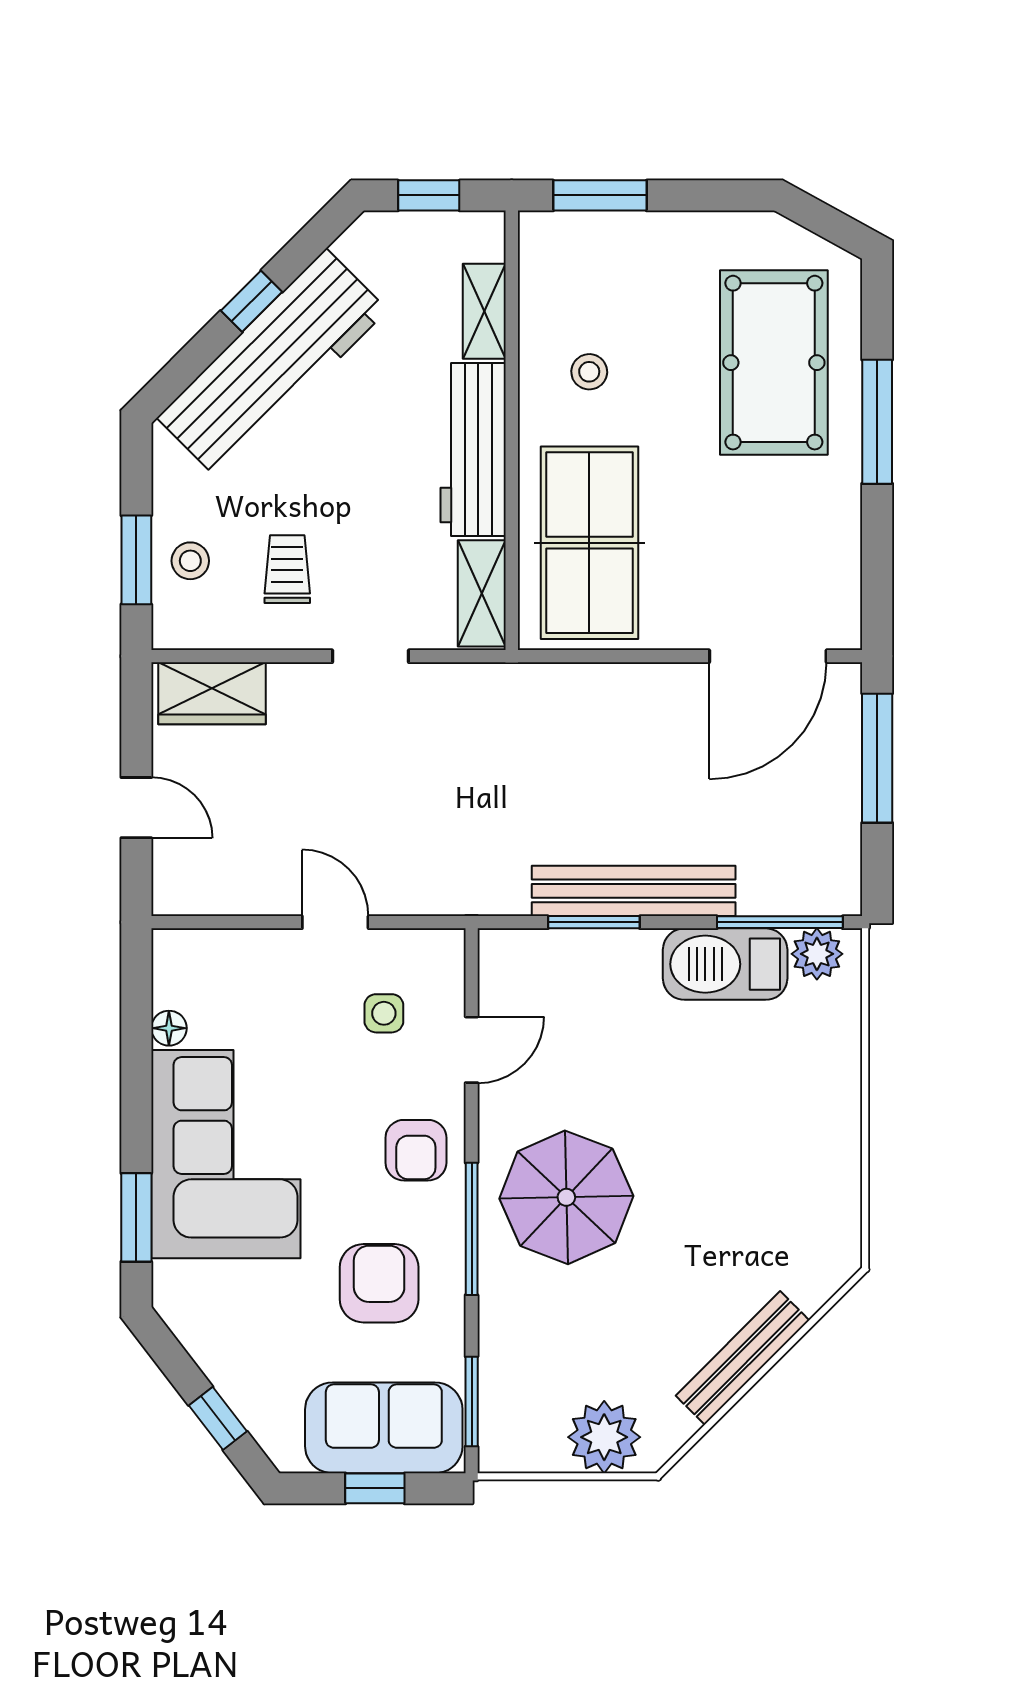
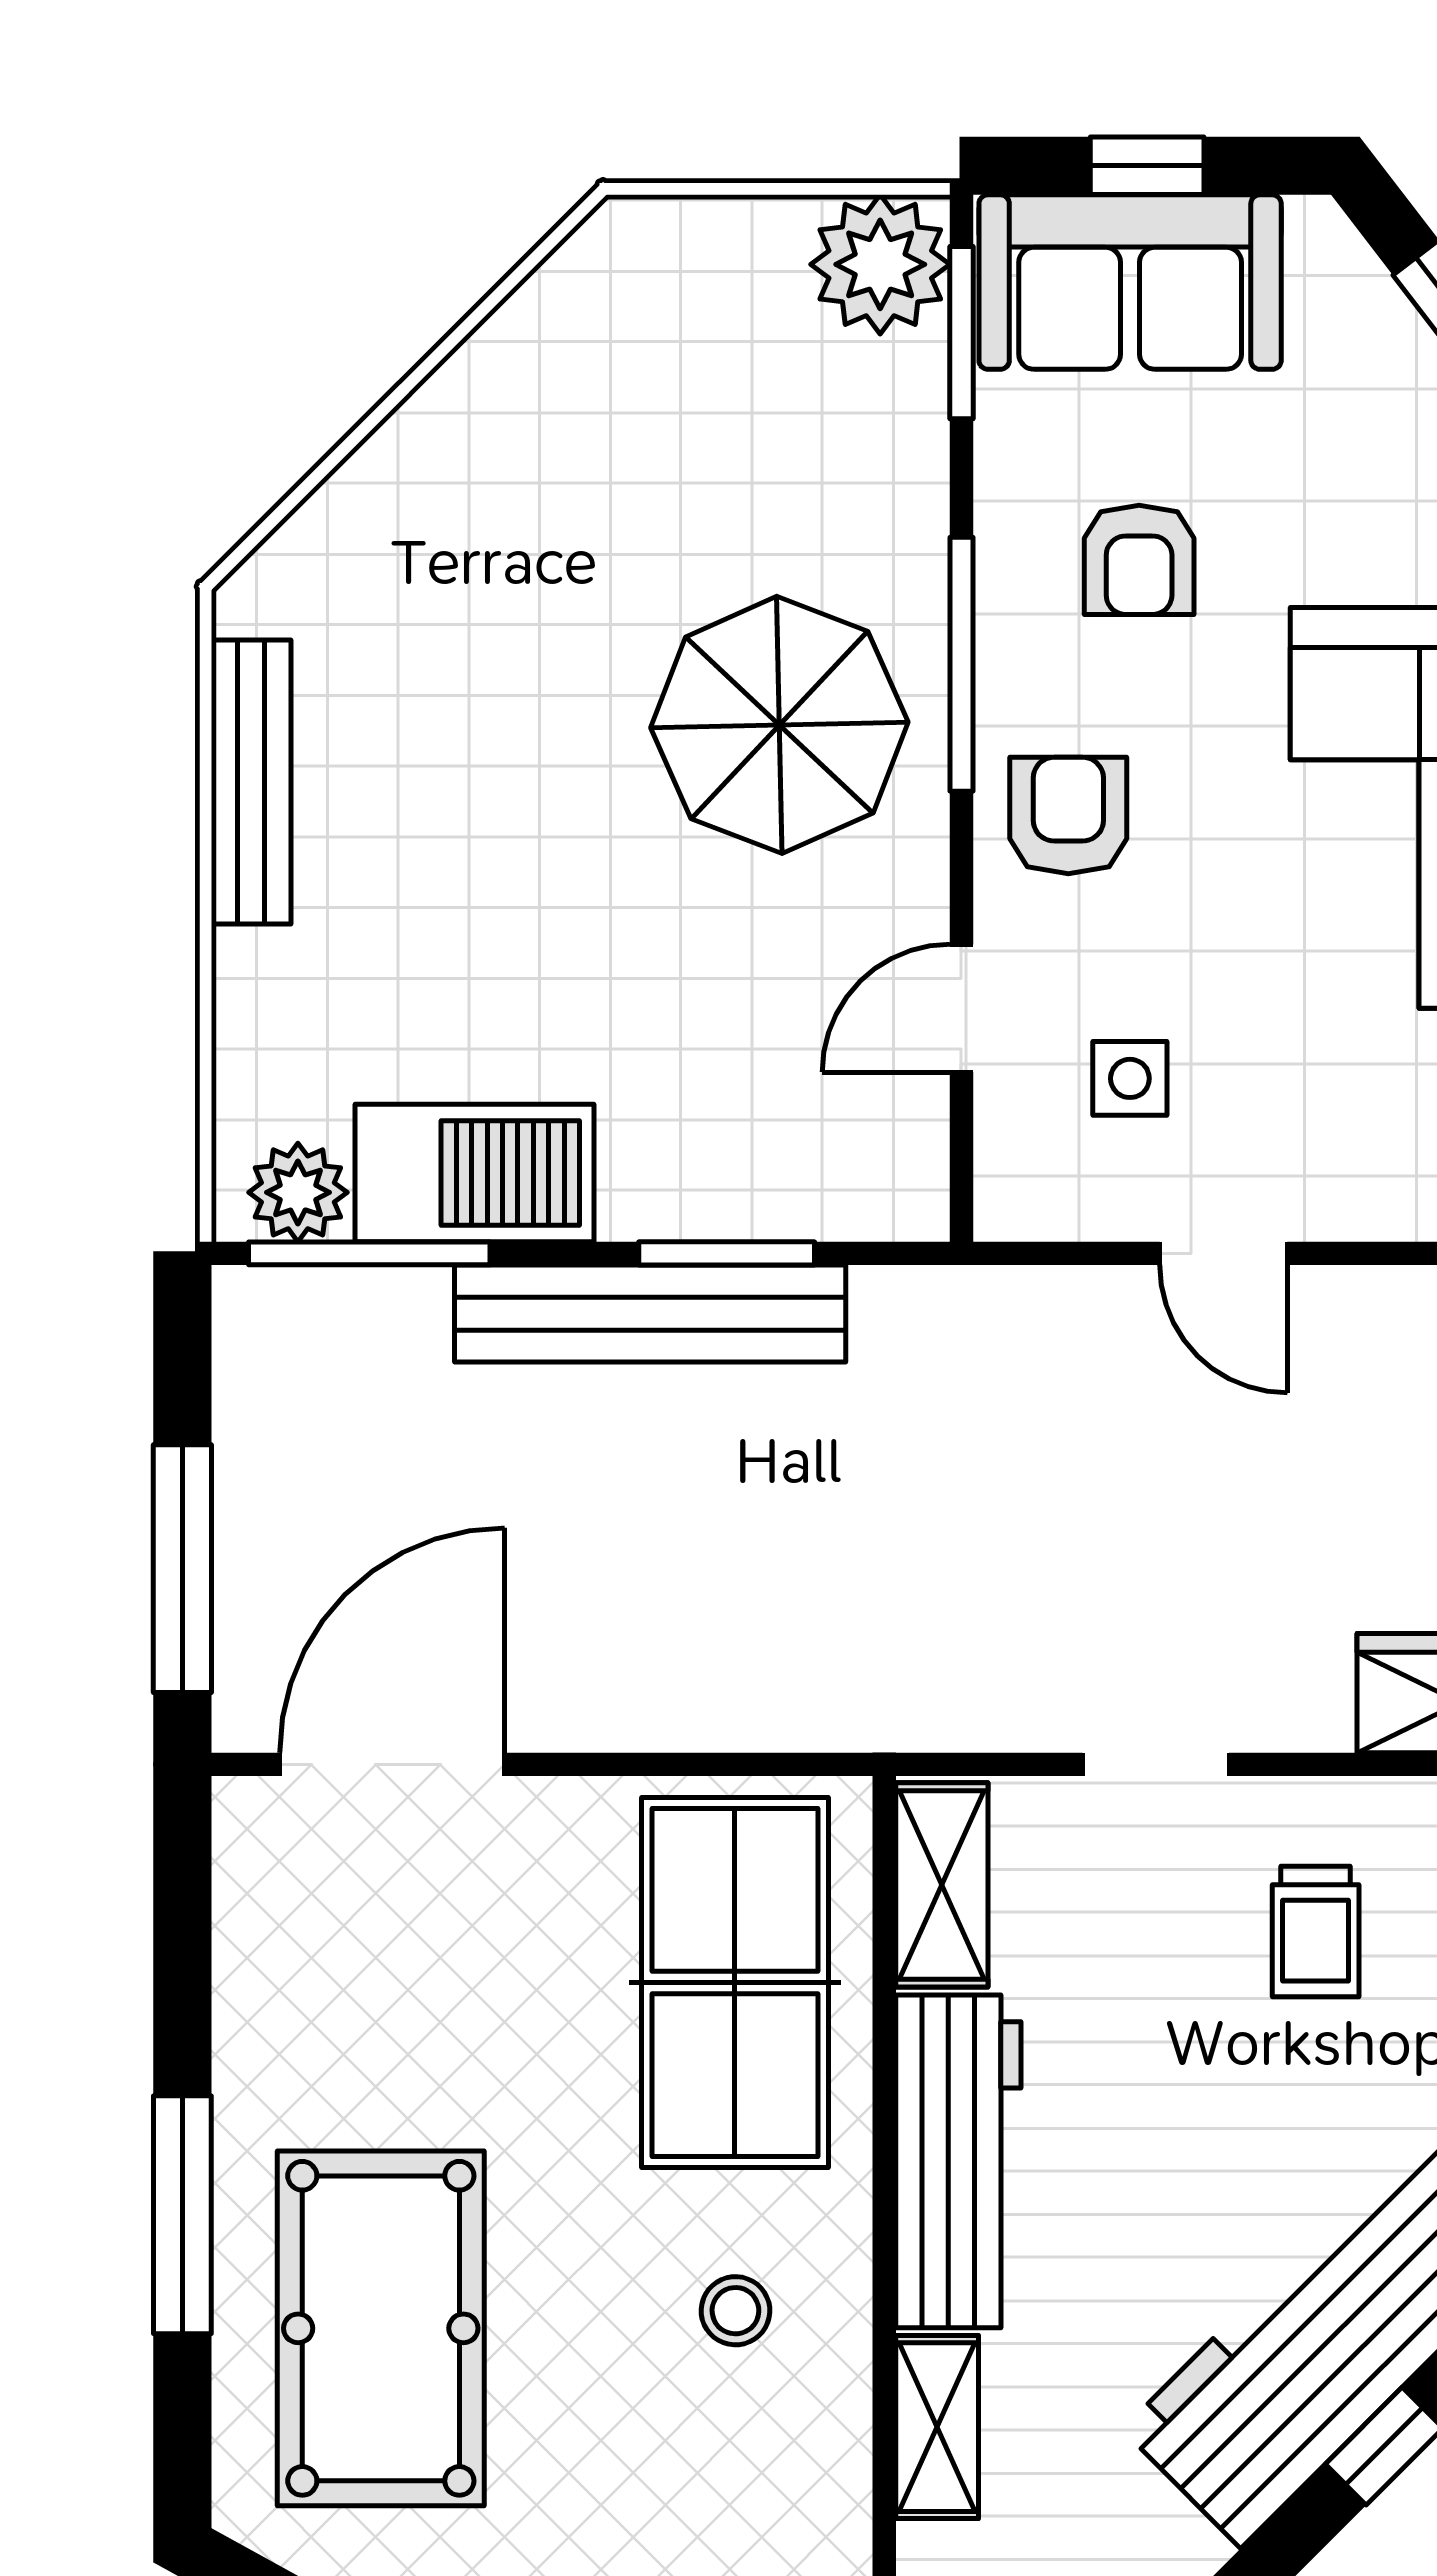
armchair: (379, 1283) -> (1139, 560), width x0.72, depth x0.72
bench: (742, 1358) -> (251, 782), moved, turned -45
plant: (604, 1437) -> (880, 264), moved

